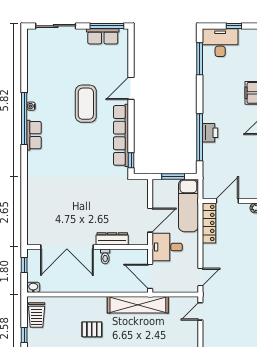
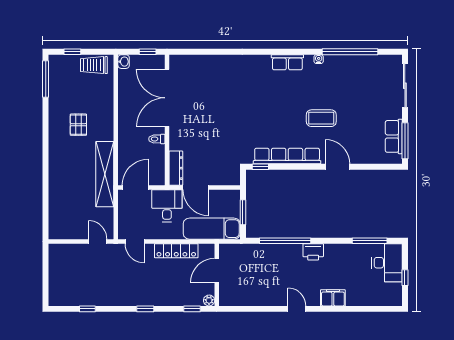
coffee table: (86, 104) -> (321, 118), width x0.73, depth x0.76
window: (24, 119) -> (350, 52), moved
printer: (210, 133) -> (313, 252), moved
door: (227, 201) -> (217, 271), swing flipped
locker: (209, 223) -> (176, 251), moved
dresser: (112, 239) -> (176, 168), moved

